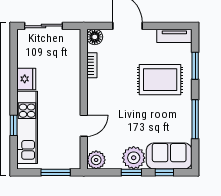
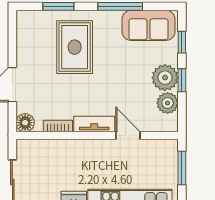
tv unit: (174, 36) -> (94, 124), moved, turned -90
sofa: (169, 156) -> (149, 25), moved, turned -90
plant: (96, 160) -> (168, 103), moved

